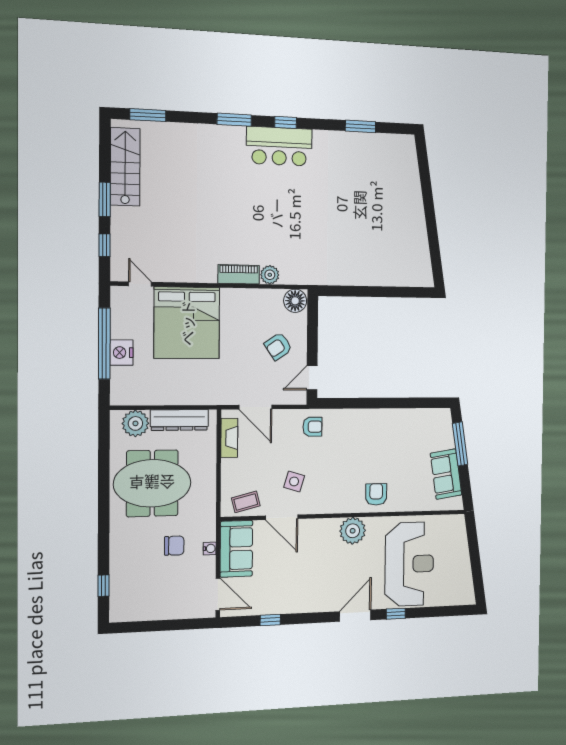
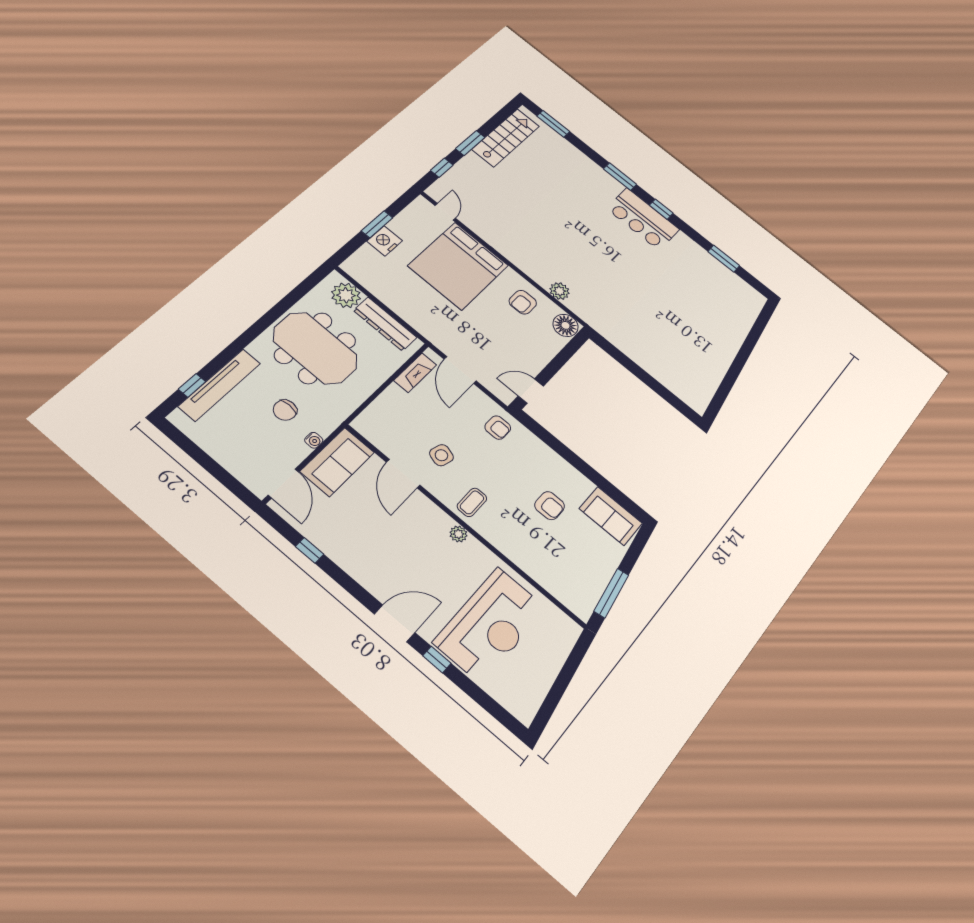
piano: (239, 274) -> (533, 270), removed
window: (104, 344) -> (377, 224), width x0.47
armchair: (278, 346) -> (523, 302), moved, turned -56
window: (460, 444) -> (611, 593), moved
sofa: (446, 474) -> (611, 516), moved, turned -81
armchair: (376, 494) -> (550, 506), moved, turned 90
coffee table: (246, 502) -> (472, 502), moved, turned -76
plant: (353, 531) -> (459, 534), width x0.53, depth x0.53
chair: (174, 546) -> (285, 410), turned 90
tv unit: (119, 569) -> (220, 385), added

